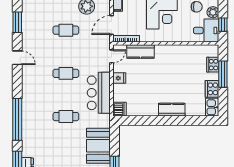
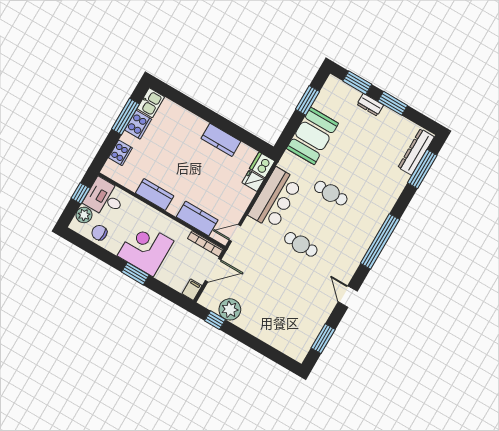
cafe table: (66, 30) -> (271, 296), removed
kitchen counter: (176, 51) -> (155, 195), added
window: (223, 74) -> (126, 117), moved
fridge: (119, 78) -> (253, 181), moved
kitchen counter: (172, 110) -> (221, 140), moved
window: (17, 119) -> (380, 241), moved

